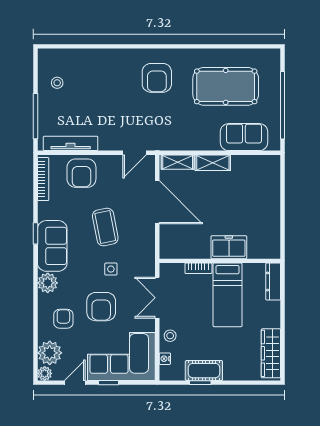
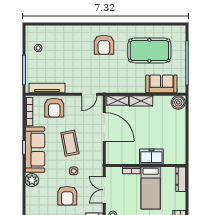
boiler: (269, 165) -> (178, 103), added
sofa: (52, 246) -> (35, 150), width x1.36
armchair: (63, 319) -> (42, 204), removed

